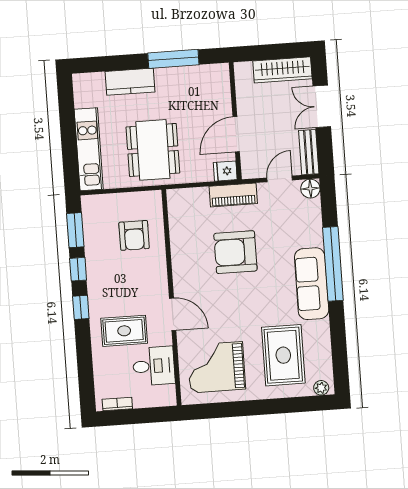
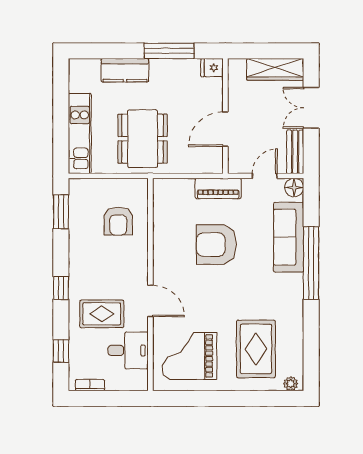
fridge: (225, 171) -> (212, 68), moved
window: (78, 269) -> (61, 351), moved
sofa: (312, 284) -> (289, 237), moved

